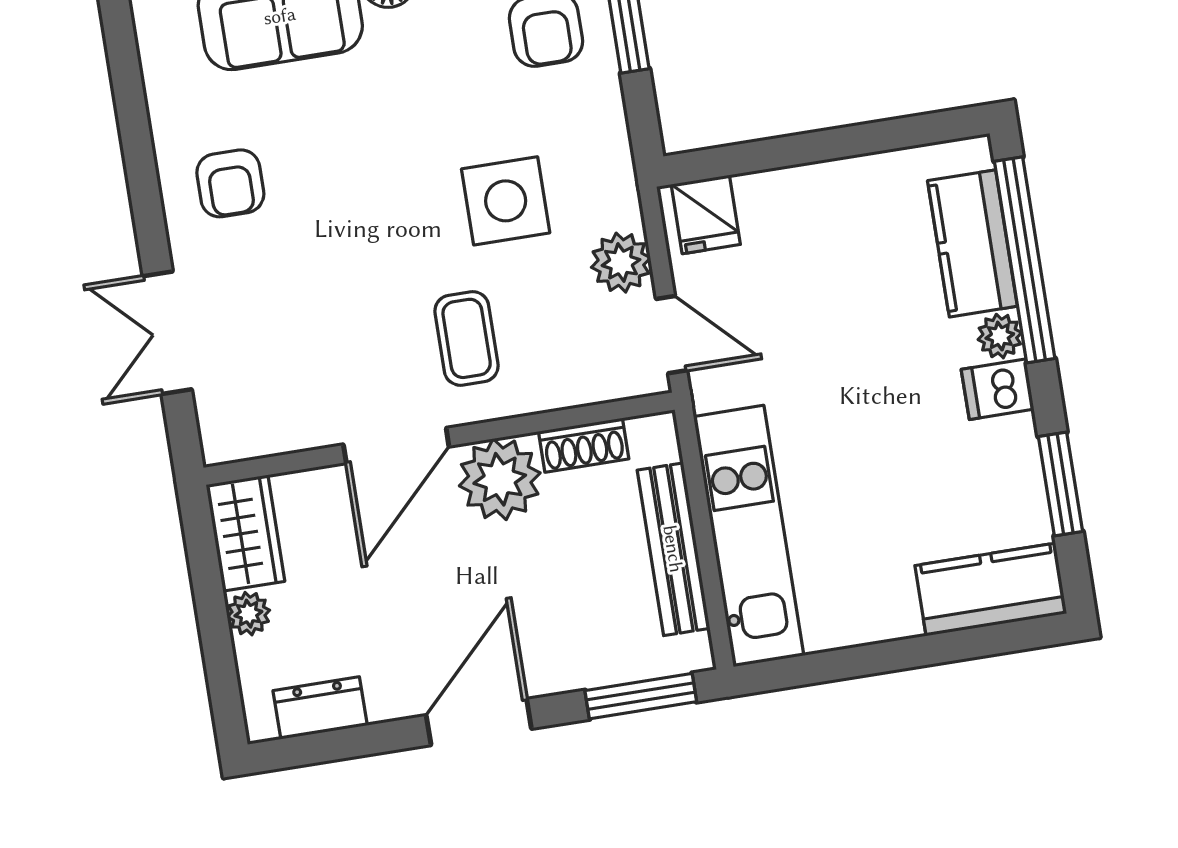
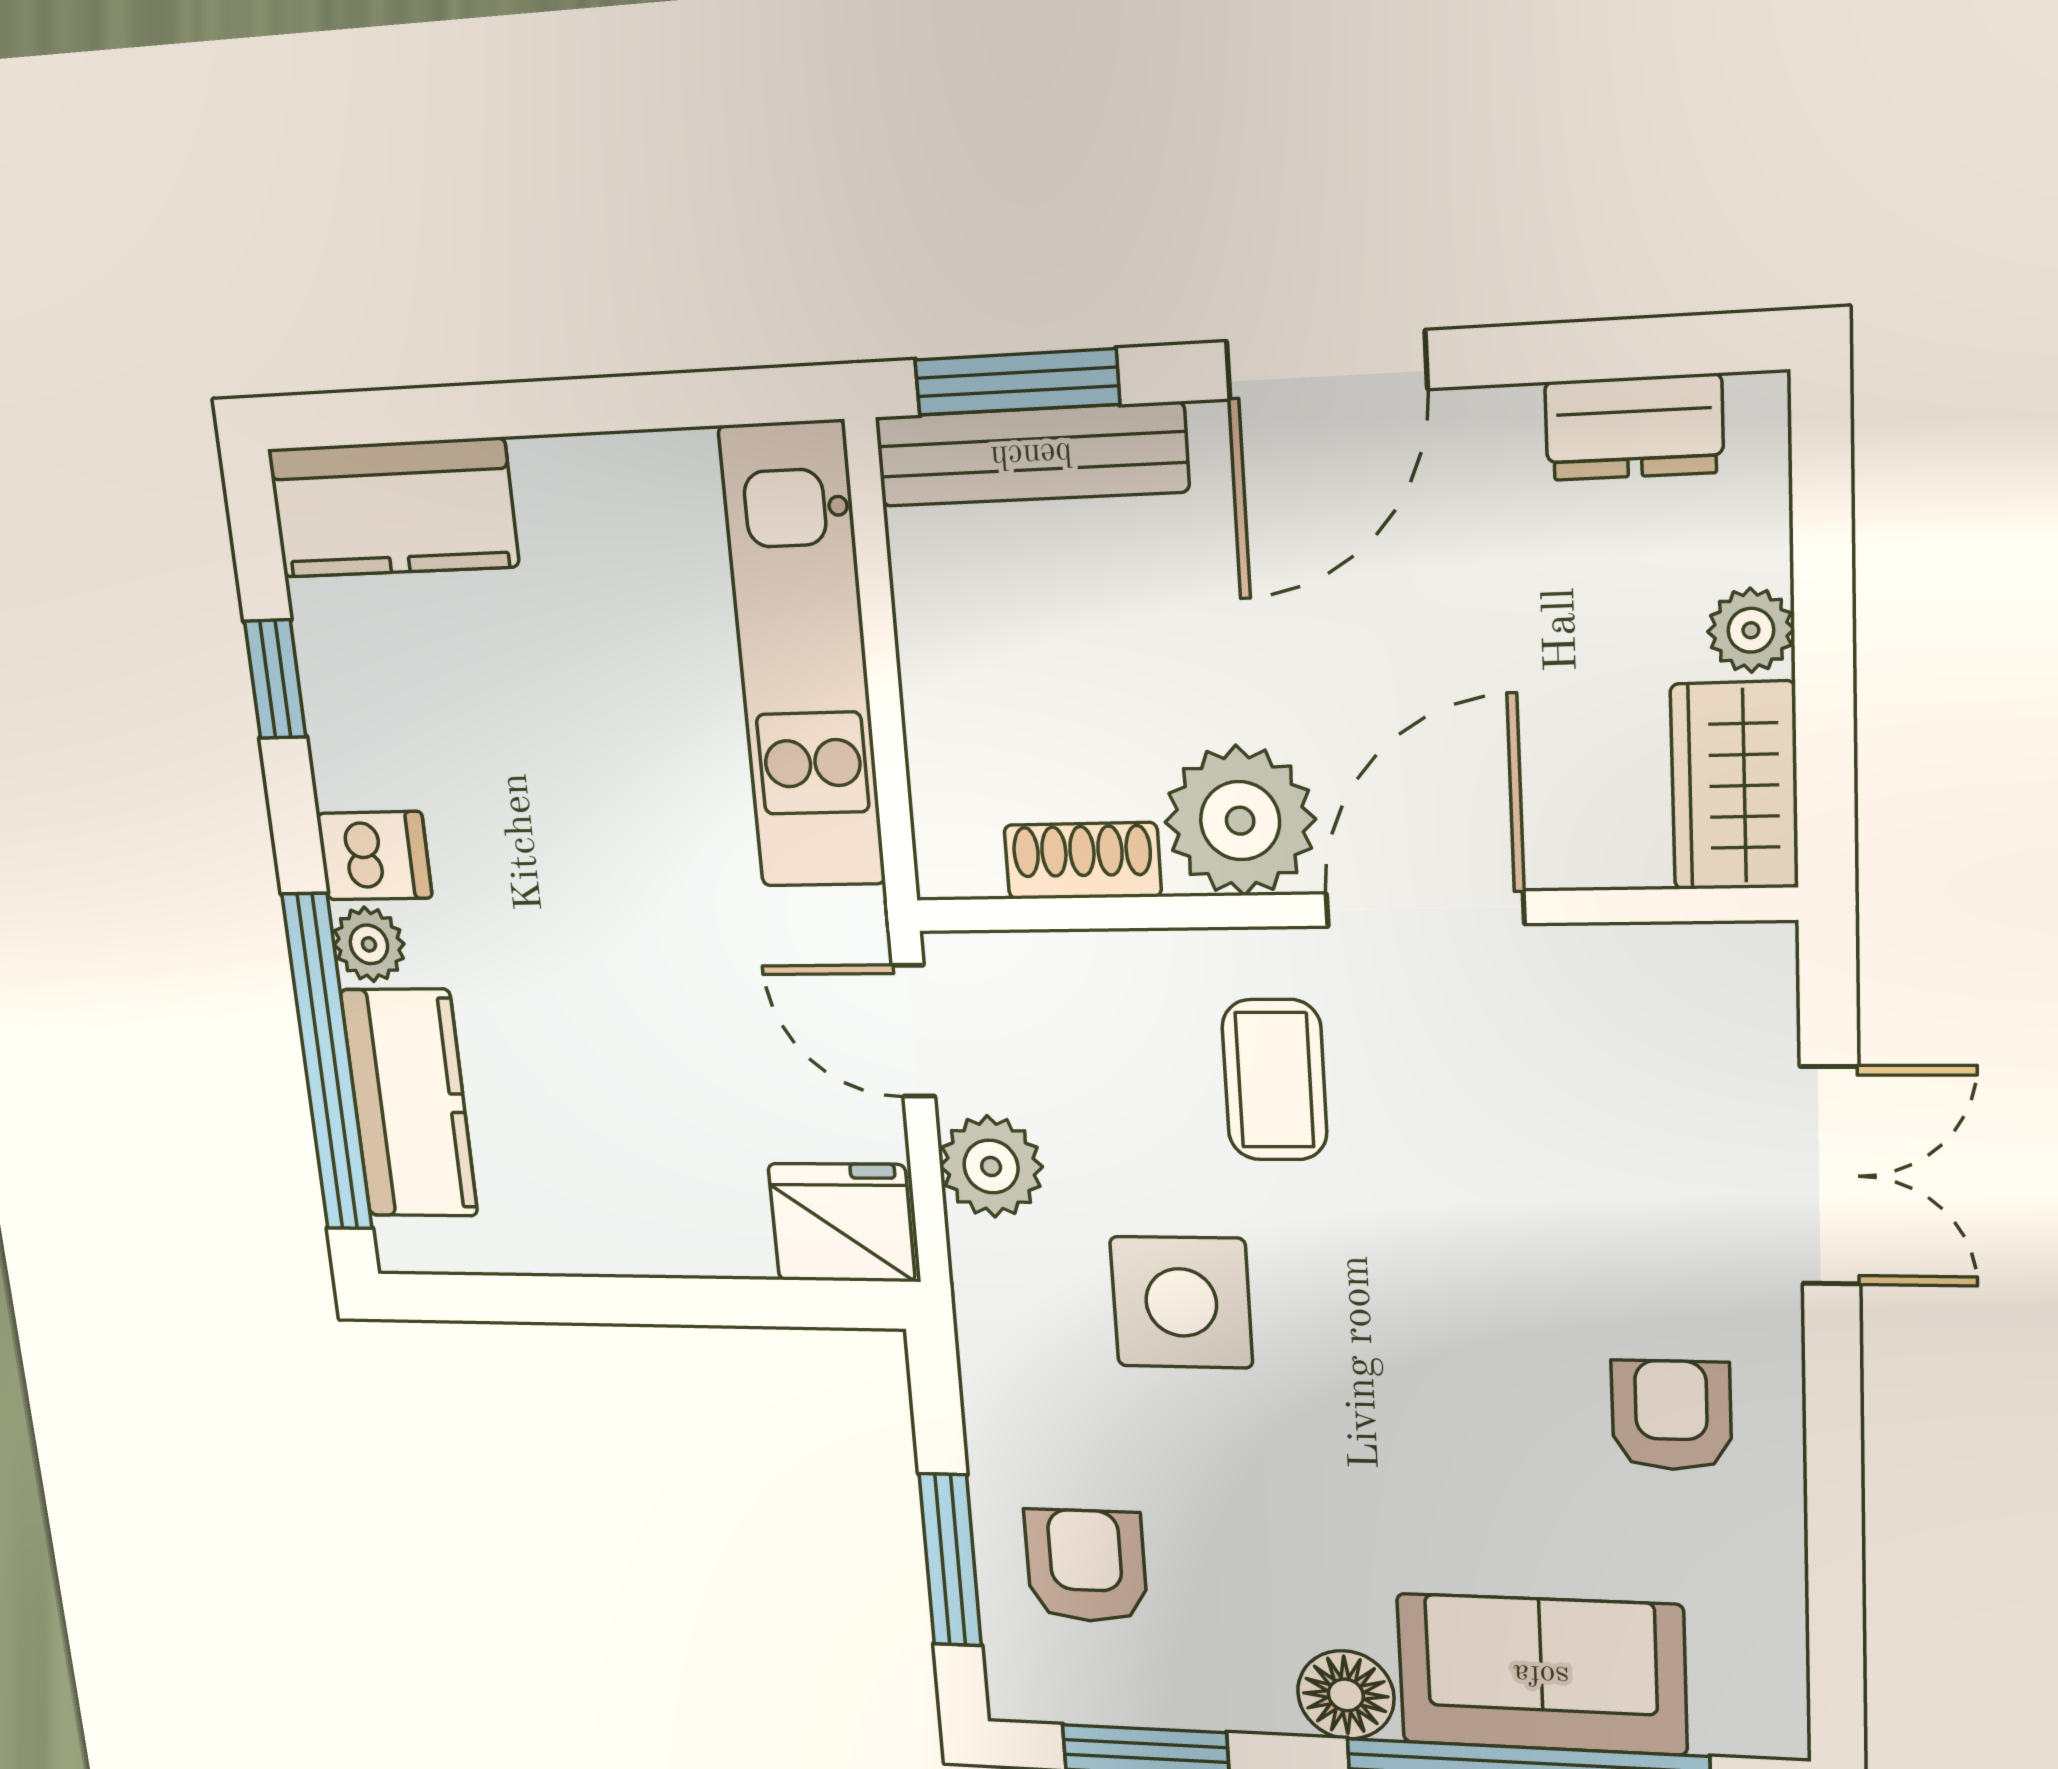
fridge: (706, 214) -> (842, 1223), width x1.38
window: (1060, 484) -> (275, 679), width x0.67
bench: (673, 549) -> (1031, 454), moved, turned 90

